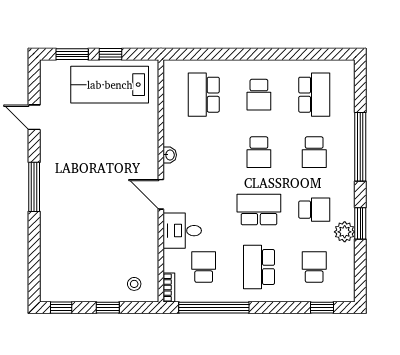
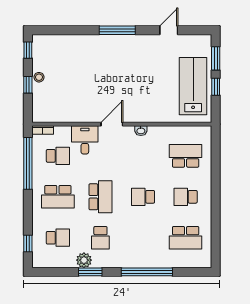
school desk: (314, 152) -> (143, 238), removed
school desk: (259, 267) -> (58, 197), turned 180
stool: (134, 284) -> (39, 77), moved

